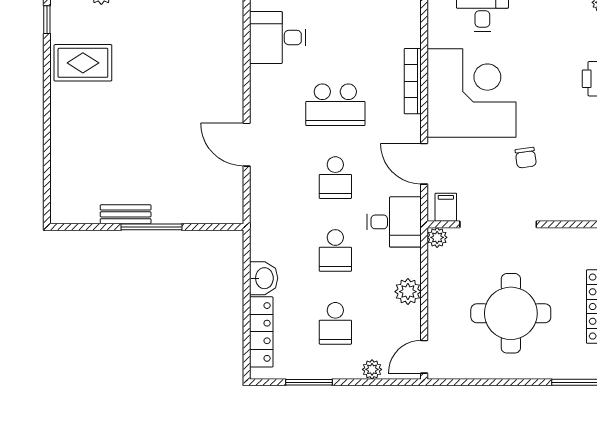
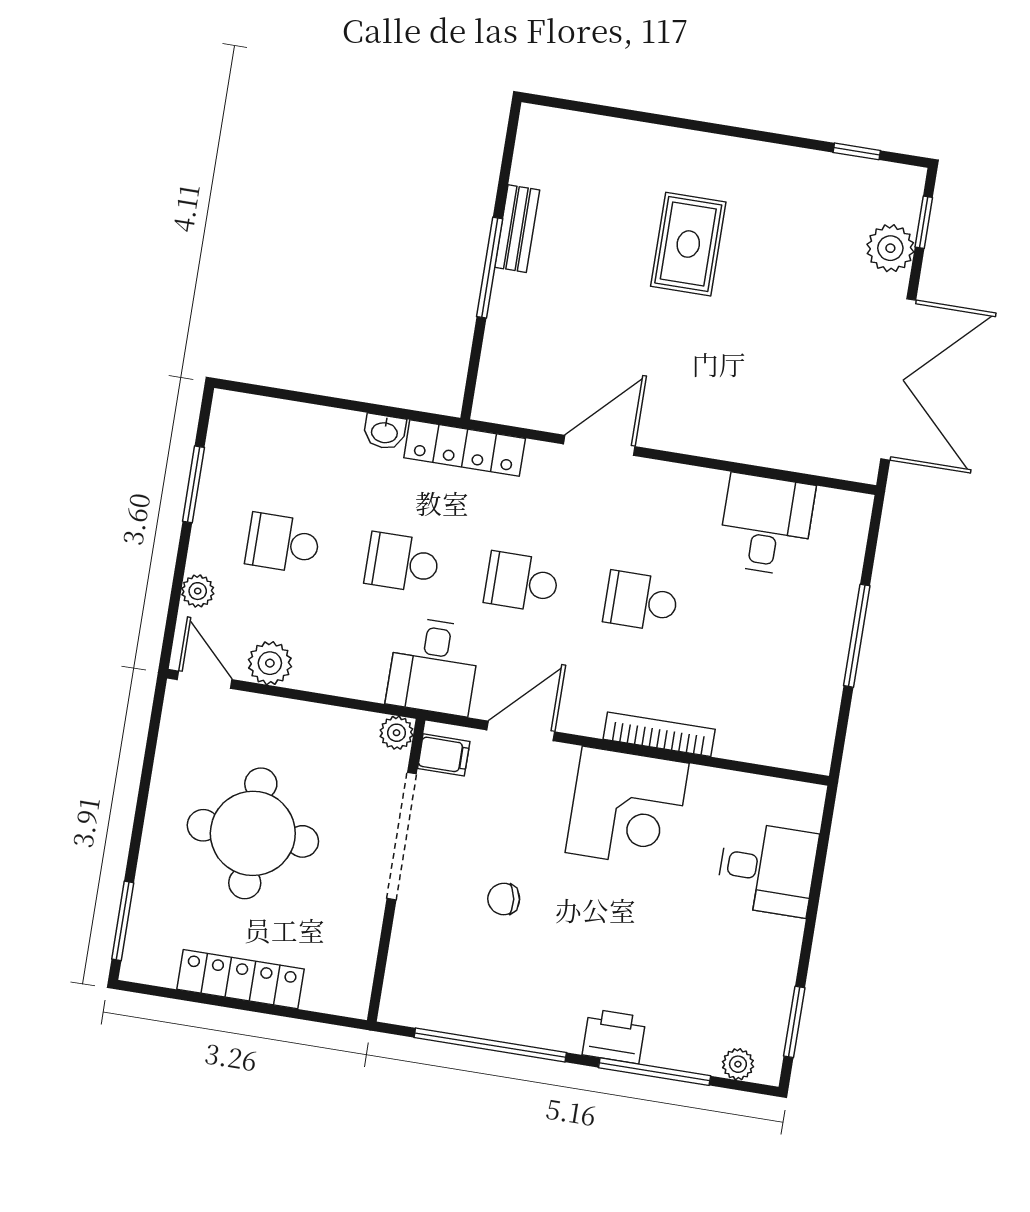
rug: (83, 63) -> (688, 244), moved
corner desk: (471, 93) -> (627, 808), width x0.74, depth x0.74
school desk: (335, 105) -> (641, 601), width x0.54
washbasin: (264, 278) -> (385, 432), width x0.72, depth x0.69
plant: (408, 292) -> (270, 663), moved
locker: (261, 332) -> (465, 448), moved

